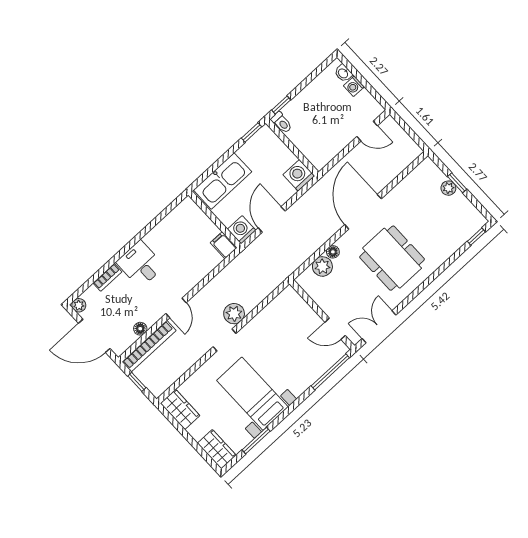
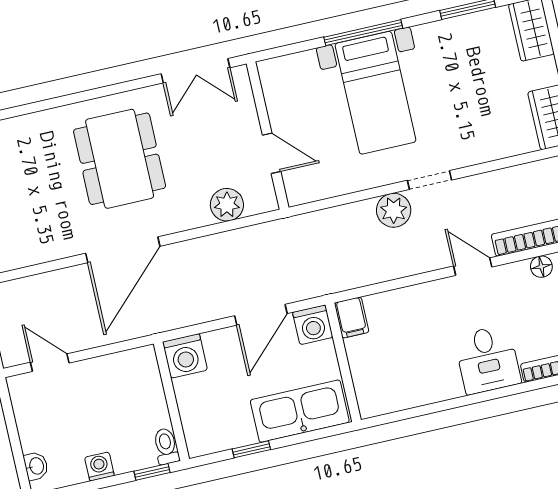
washing machine: (354, 86) -> (99, 467), moved, turned -90
window: (251, 132) -> (251, 449), moved
floor lamp: (333, 252) -> (200, 217), removed
door: (176, 308) -> (473, 267), hinge flipped
door: (335, 329) -> (272, 153), moved
window: (330, 372) -> (363, 33), moved
bed with nightstands: (252, 394) -> (376, 93), moved

